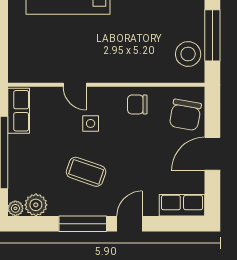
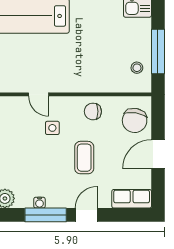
stool: (188, 54) -> (137, 68), width x0.53, depth x0.53
coffee table: (86, 172) -> (84, 158), moved, turned 71
water cooler: (76, 210) -> (39, 203), added

